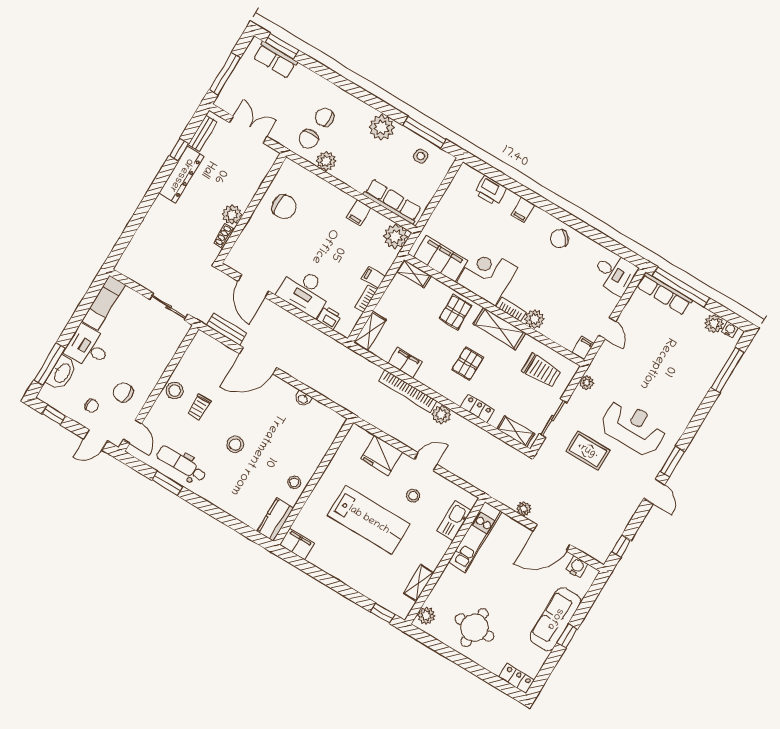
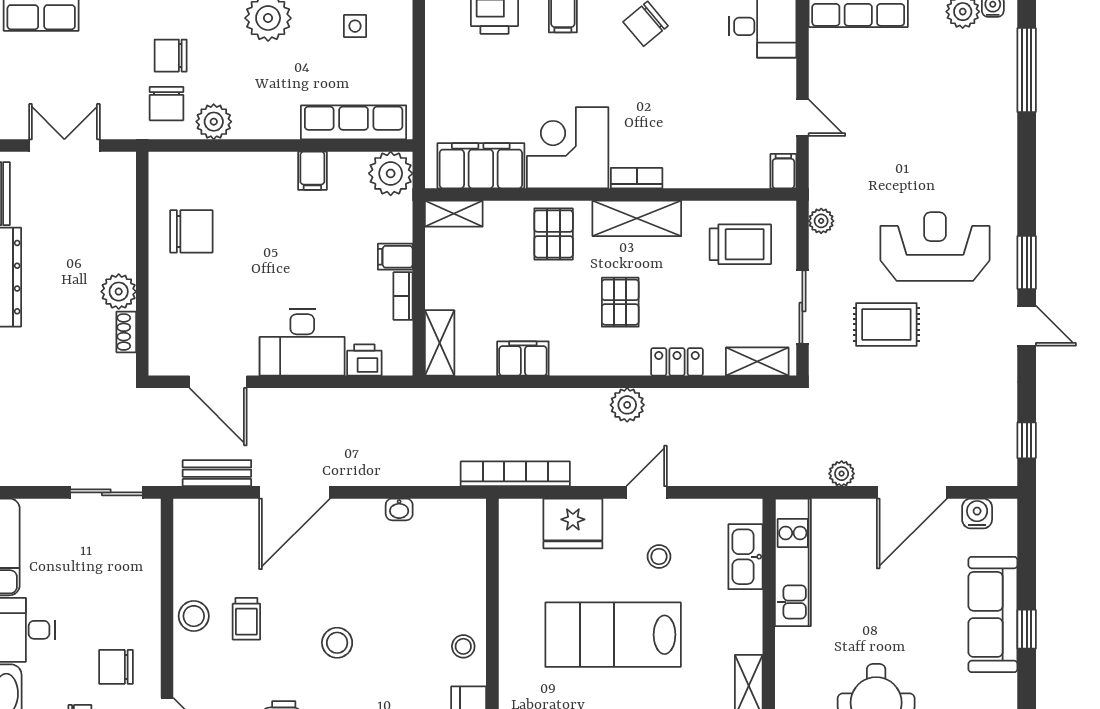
plant: (535, 319) -> (682, 171), removed
bookcase: (408, 391) -> (515, 474), moved, turned 180
lab bench: (369, 520) -> (613, 635), turned 180

